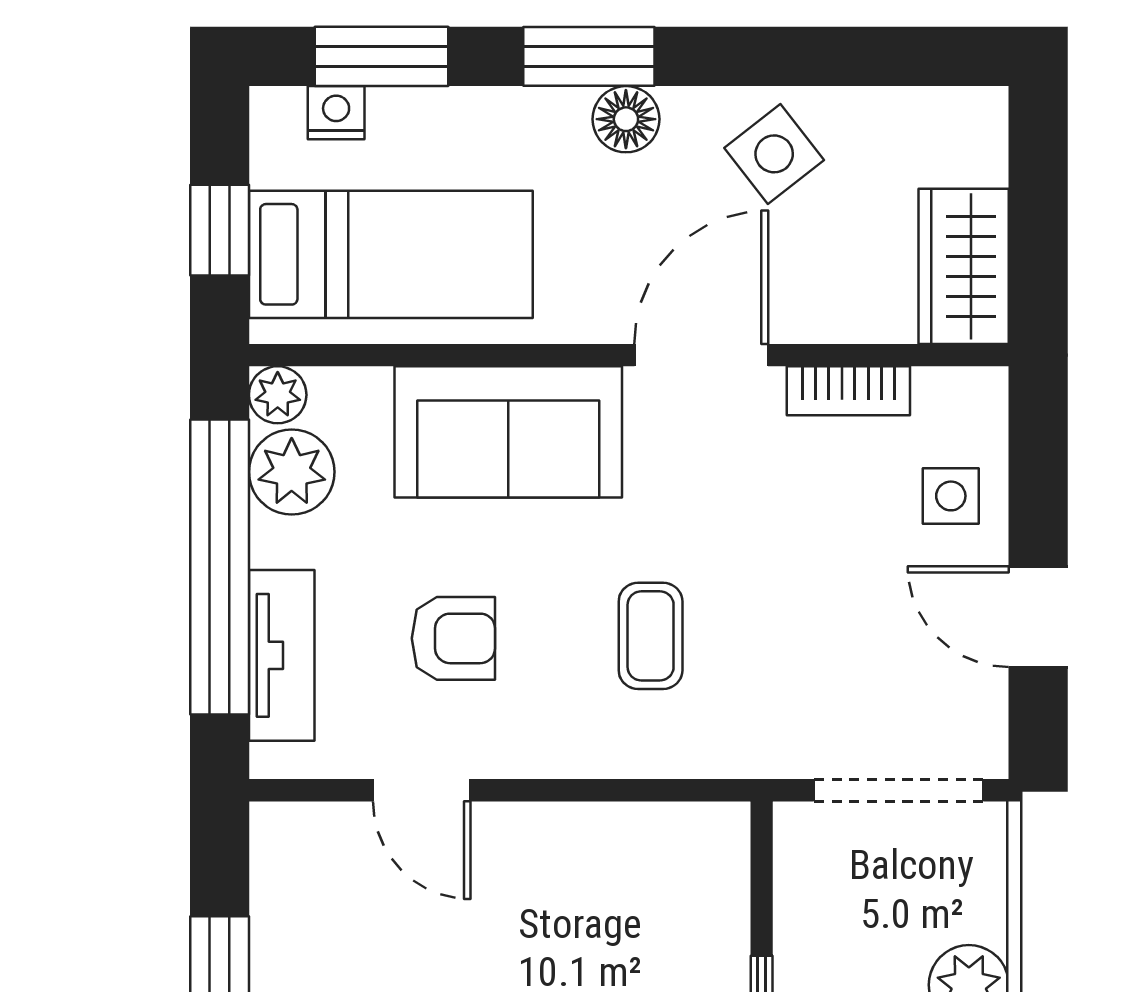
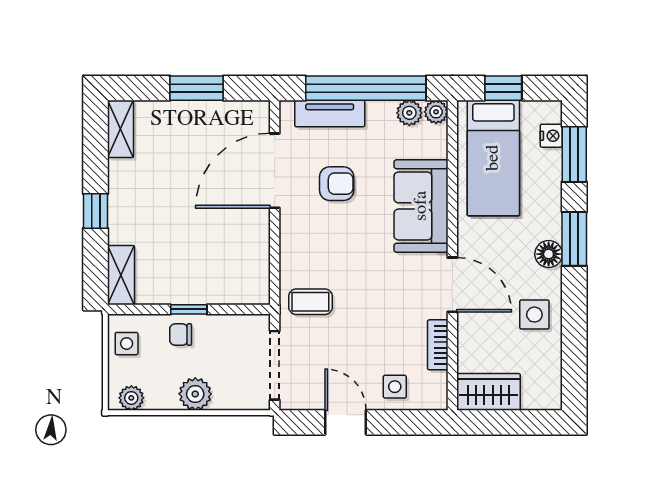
side table: (774, 154) -> (534, 315), turned 38
plant: (292, 472) -> (409, 113), width x0.73, depth x0.73
door: (1038, 617) -> (346, 422), hinge flipped
coffee table: (651, 636) -> (310, 302), moved
armchair: (453, 638) -> (337, 184), turned -90
door: (422, 790) -> (275, 171), width x1.87

